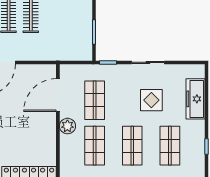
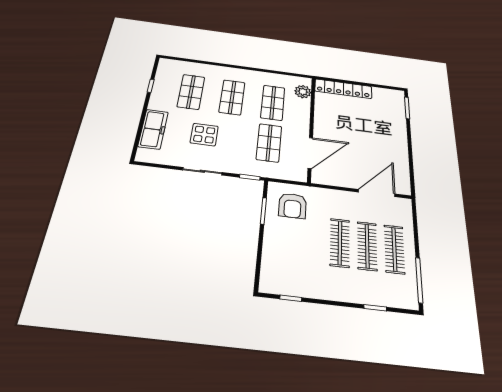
armchair: (71, 40) -> (293, 206), added
plant: (67, 126) -> (303, 92), moved

